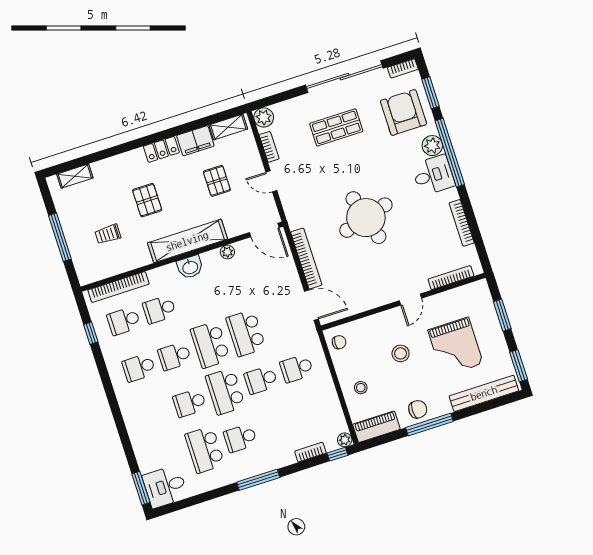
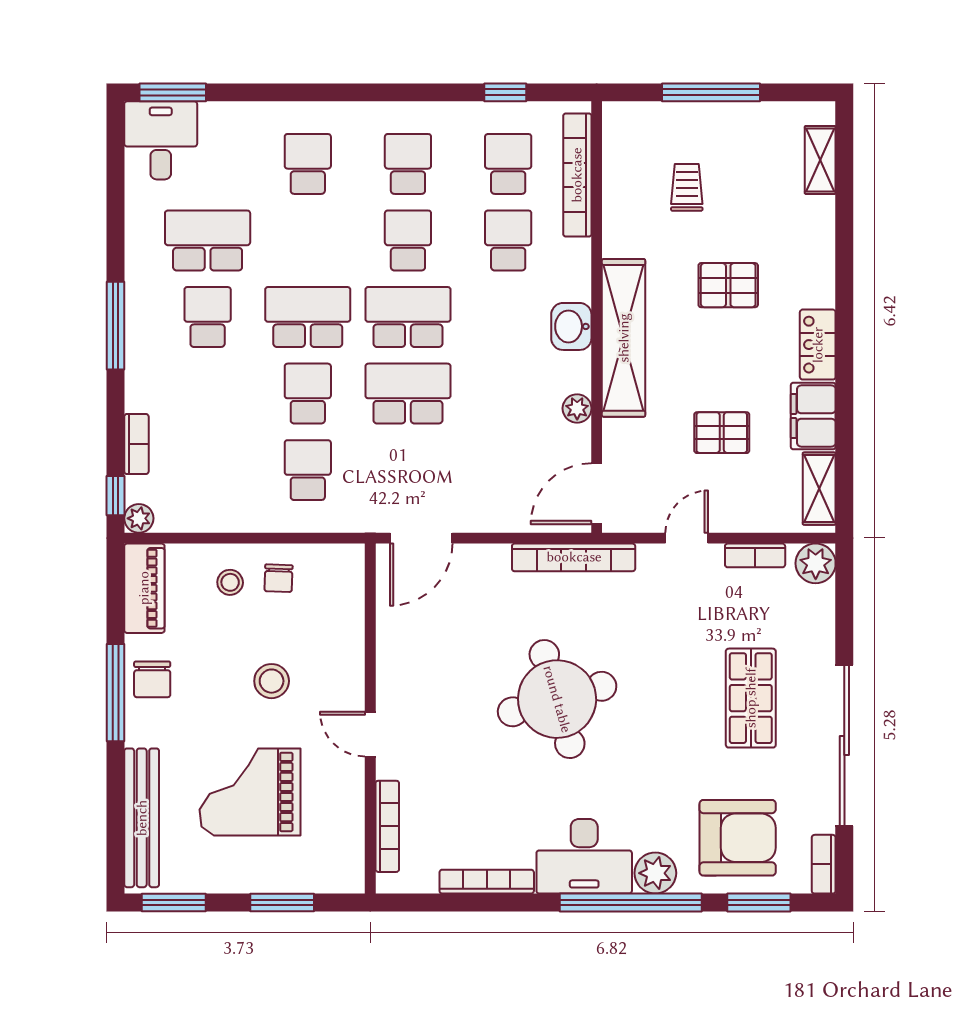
desk: (433, 175) -> (584, 856), width x1.37
bookcase: (306, 259) -> (574, 557), moved
chair: (339, 342) -> (278, 578), moved
school desk: (190, 403) -> (308, 164), moved

